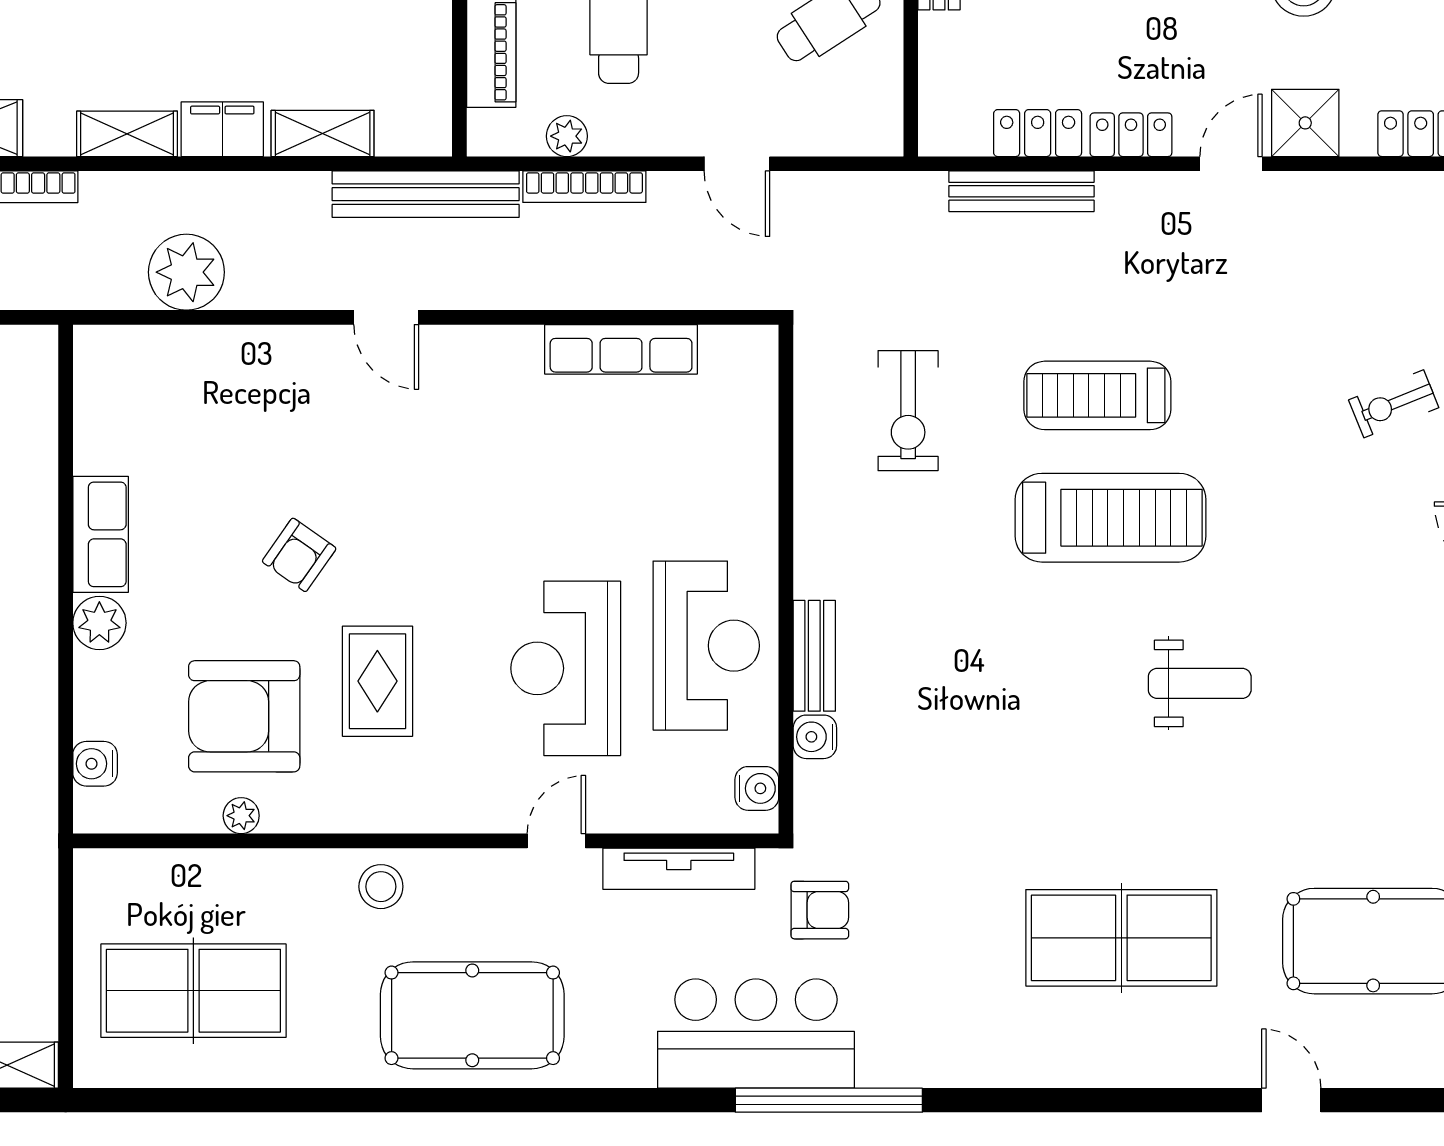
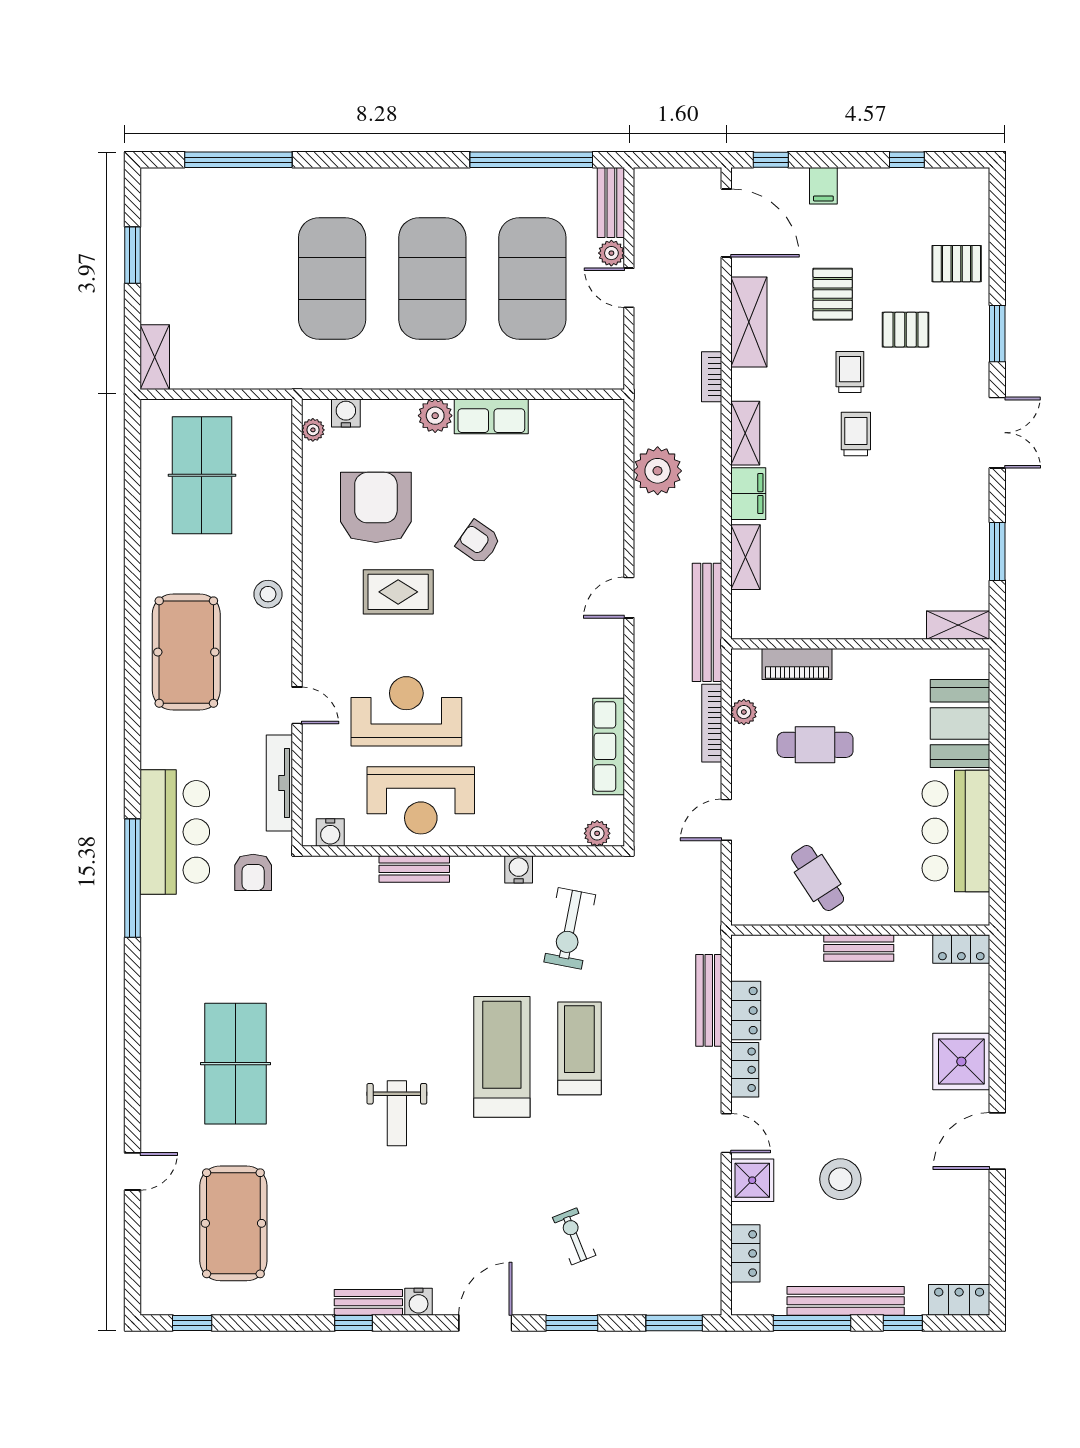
plant: (758, 368) -> (597, 833), added
exercise bike: (908, 411) -> (570, 928), turned -79
treadmill: (1111, 518) -> (502, 1057), turned 180
water cooler: (815, 737) -> (519, 869), moved
plant: (241, 816) -> (313, 430), moved

